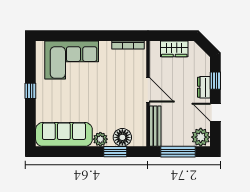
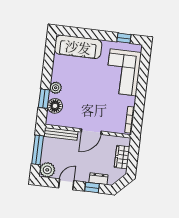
dresser: (204, 87) -> (98, 179), moved
window: (30, 91) -> (124, 38), moved
sofa: (64, 134) -> (78, 47), moved, turned 90

